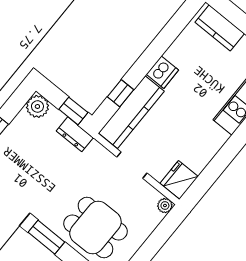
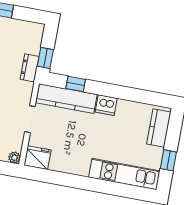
plant: (37, 106) -> (35, 31), removed

